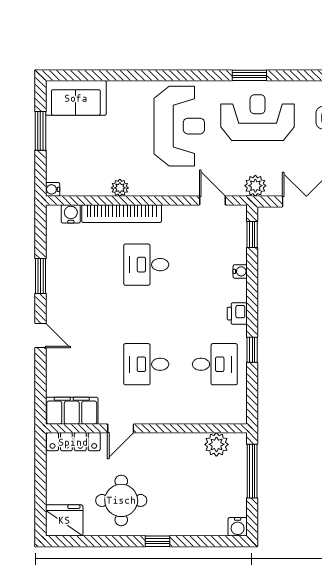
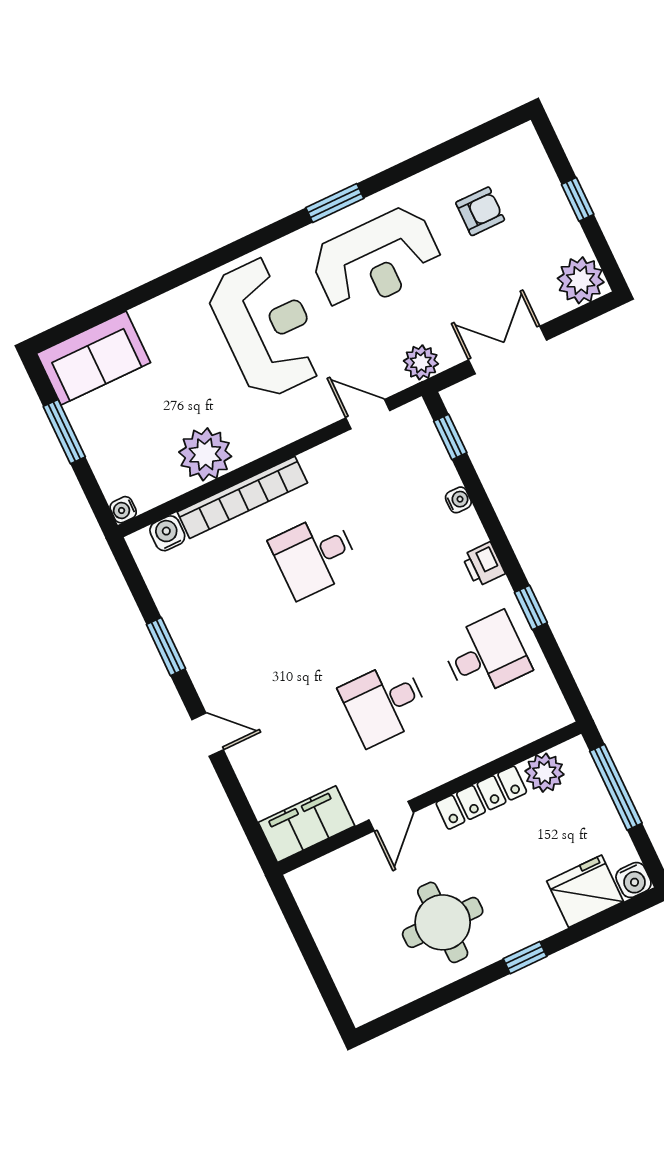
reception desk: (258, 118) -> (377, 260), turned 180
plant: (120, 188) -> (205, 454), width x1.87, depth x1.87
locker: (73, 442) -> (481, 798), moved
fridge: (64, 520) -> (585, 891), moved

